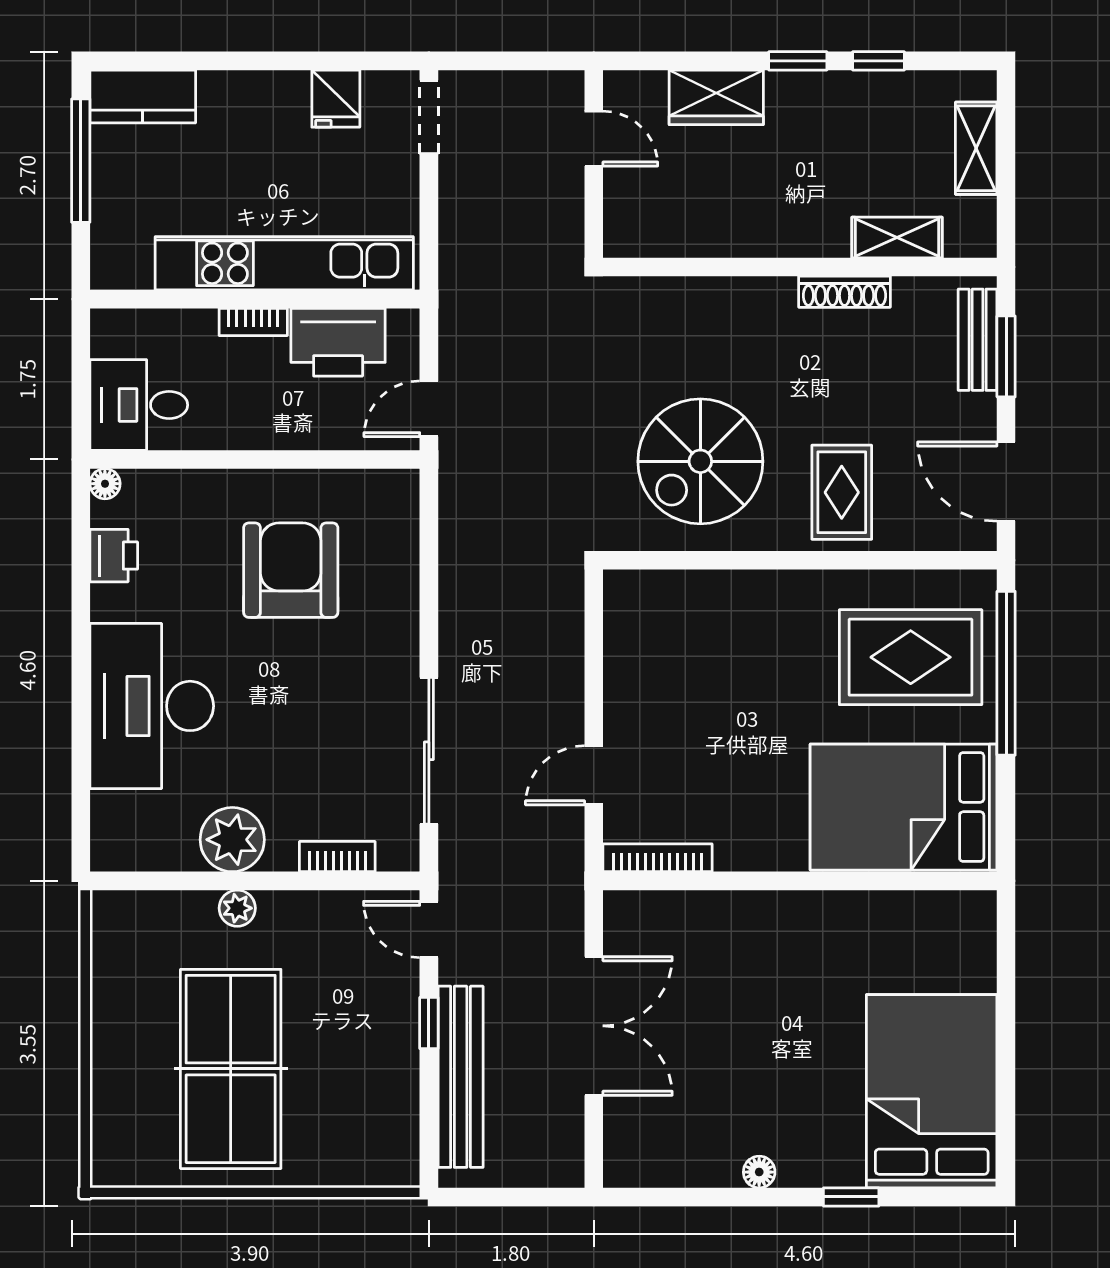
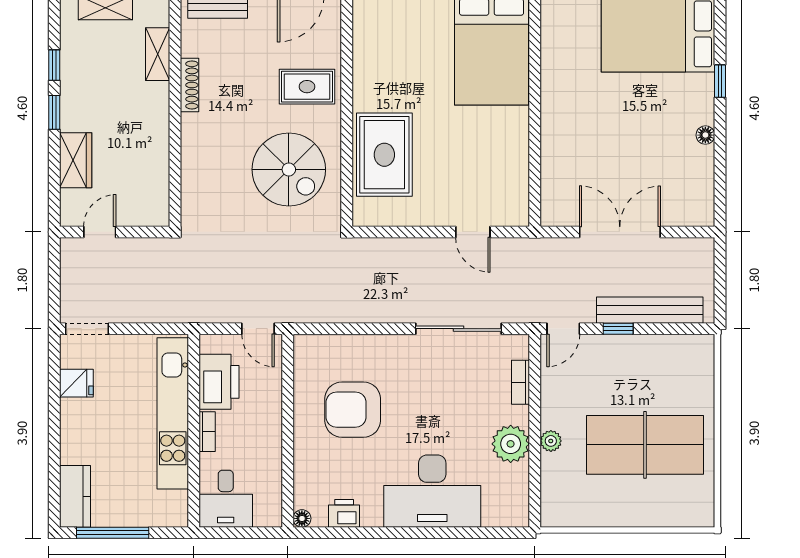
desk: (139, 405) -> (226, 499), moved
rug: (911, 657) -> (384, 155), moved
bookcase: (657, 858) -> (521, 195), removed

